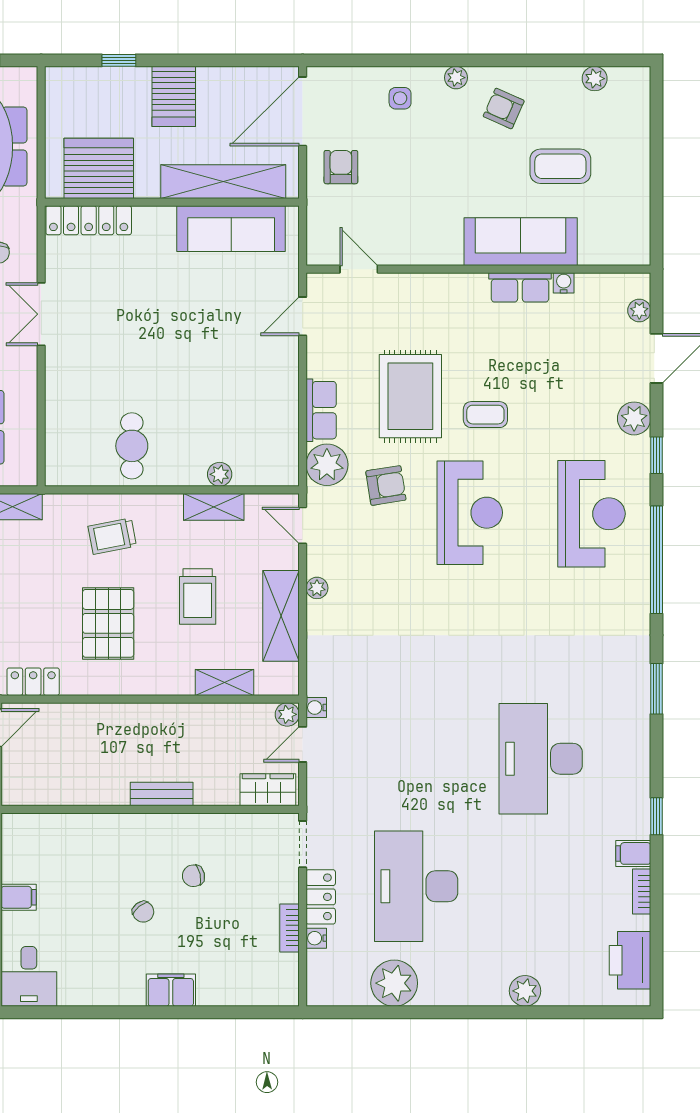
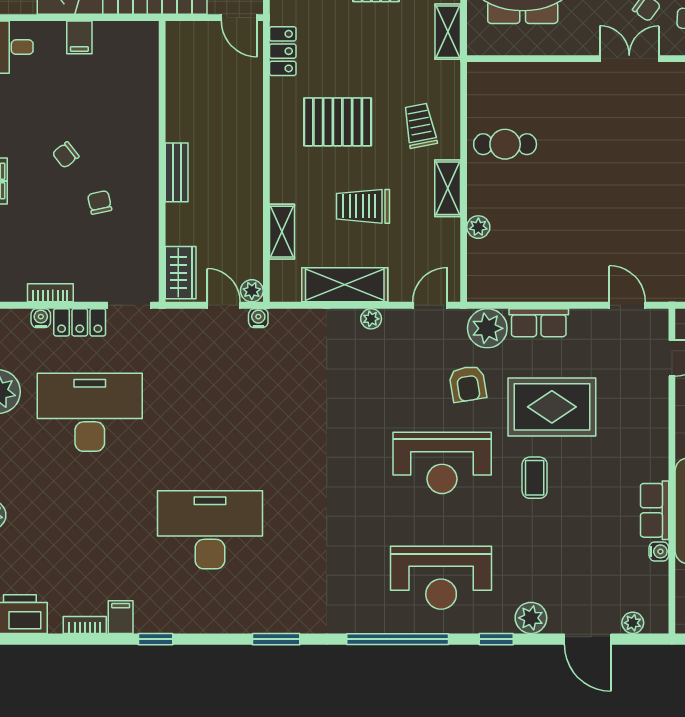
shelving: (214, 507) -> (448, 188), moved

